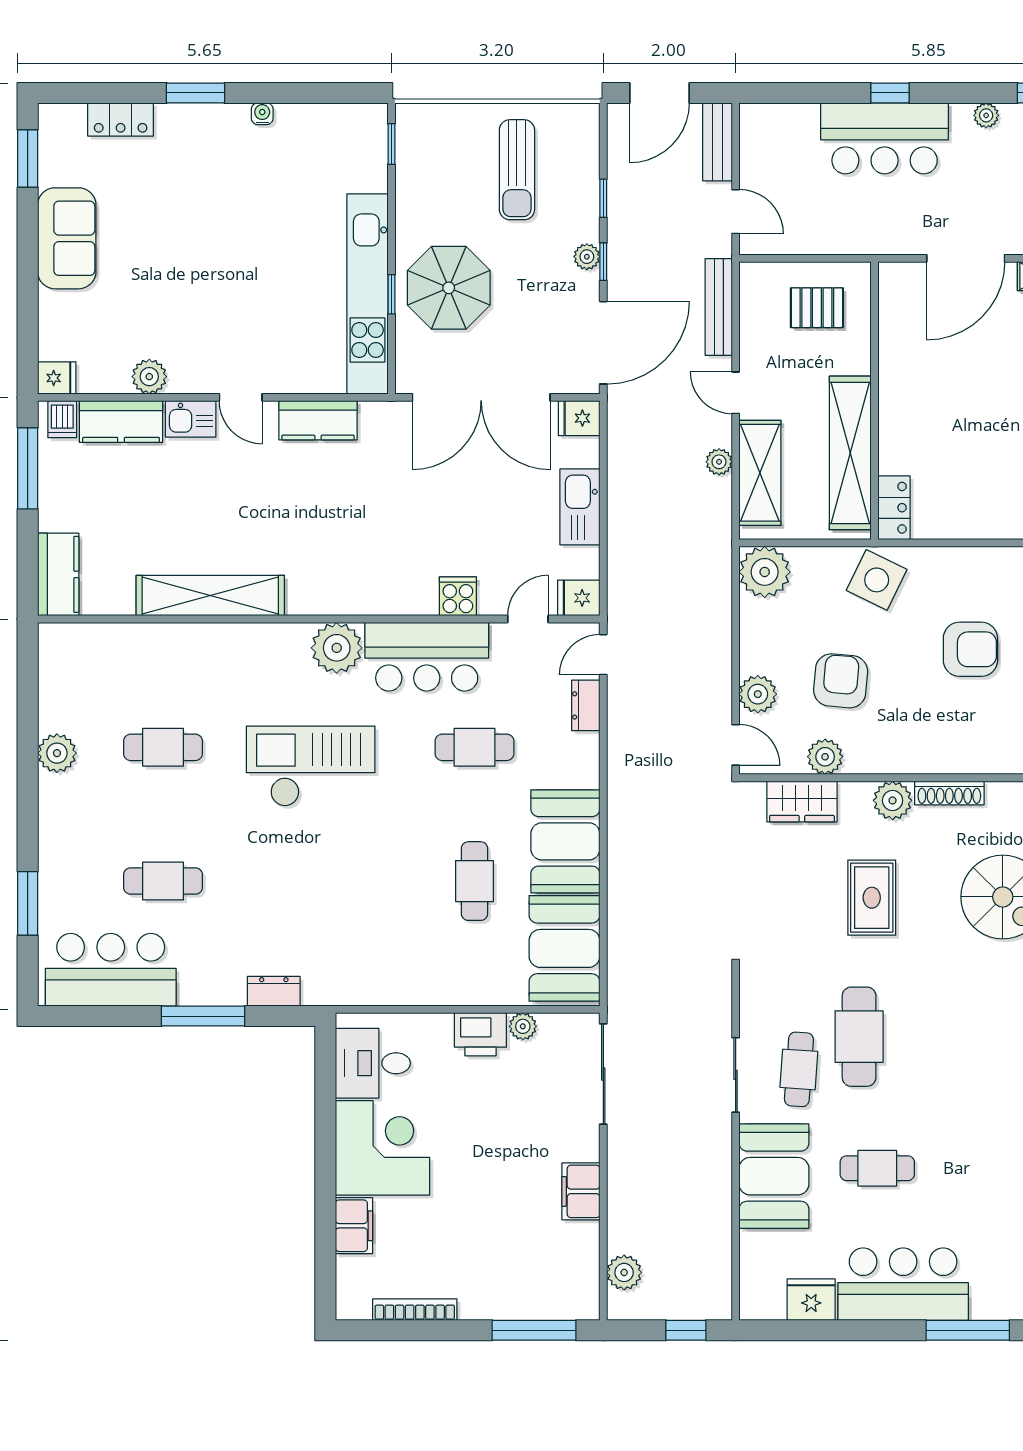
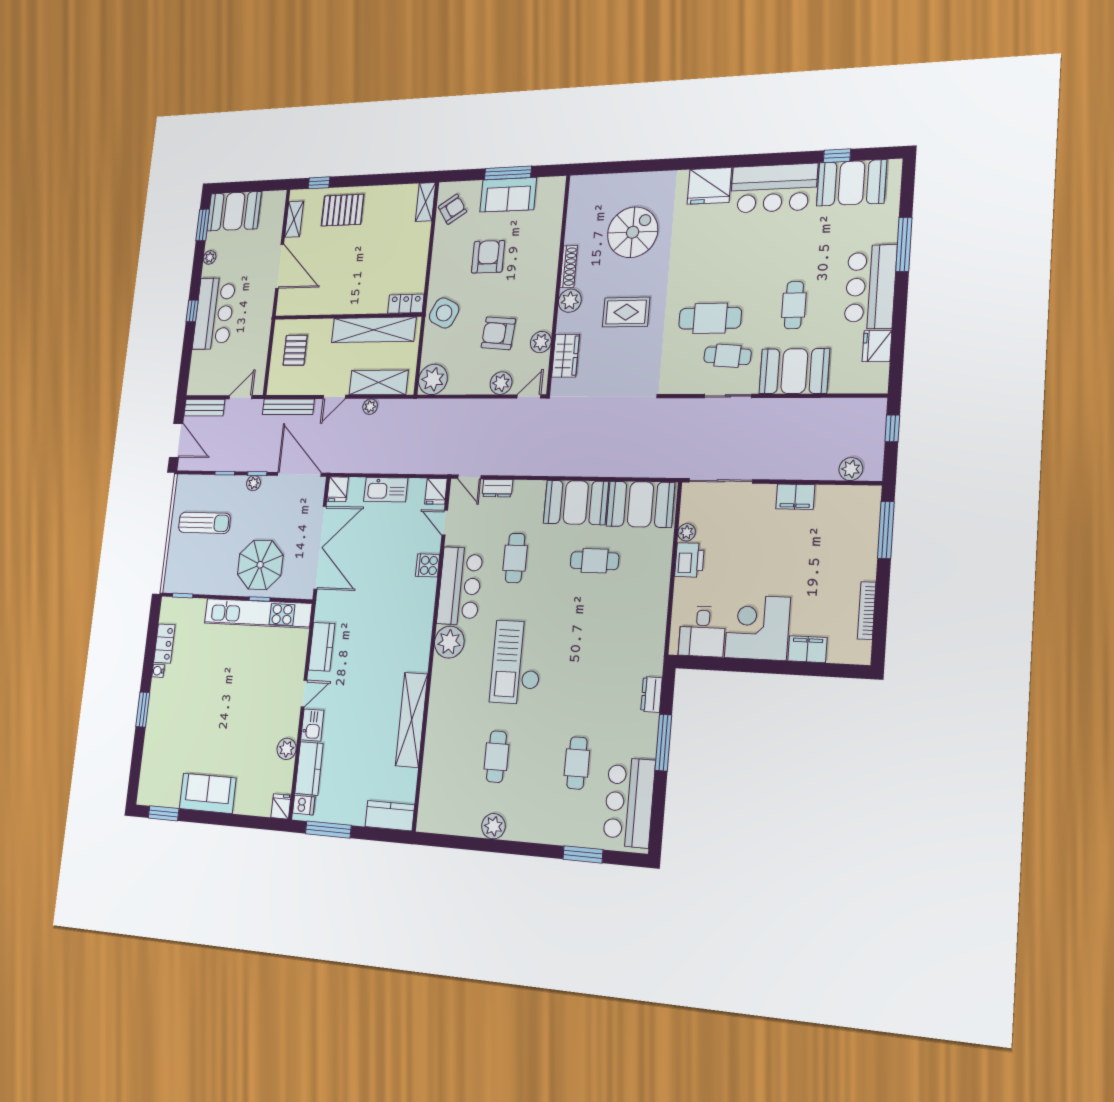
locker: (121, 119) -> (164, 644), moved

